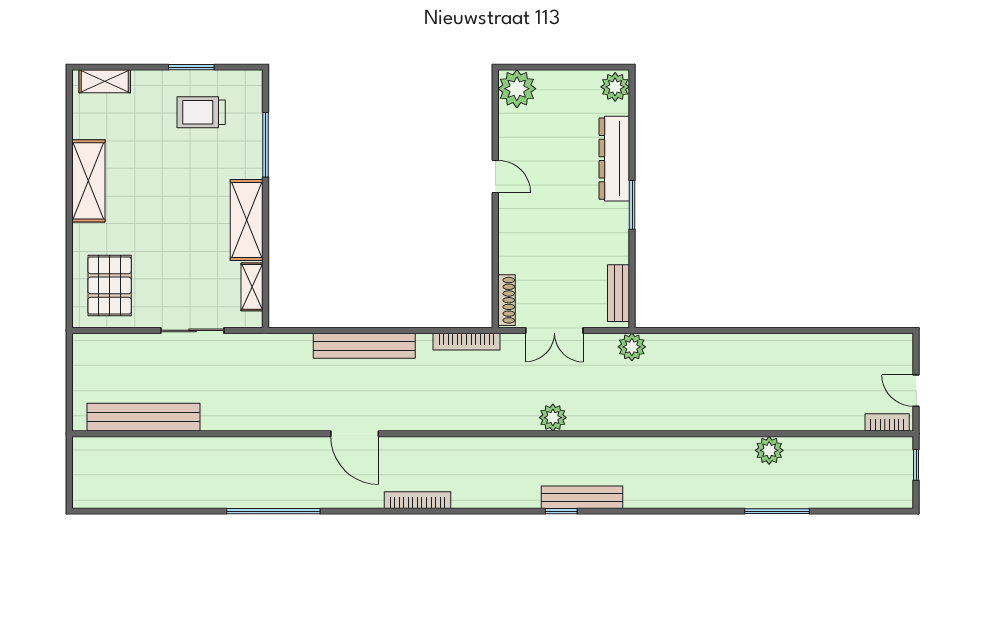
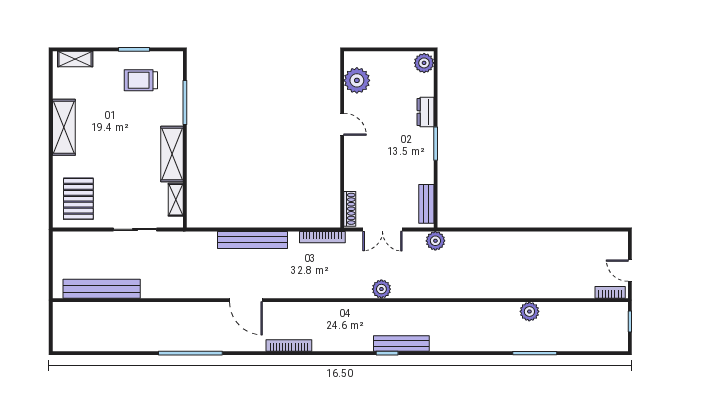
plant: (517, 89) -> (357, 80), moved
dresser: (614, 159) -> (426, 112), width x0.51, depth x0.80

